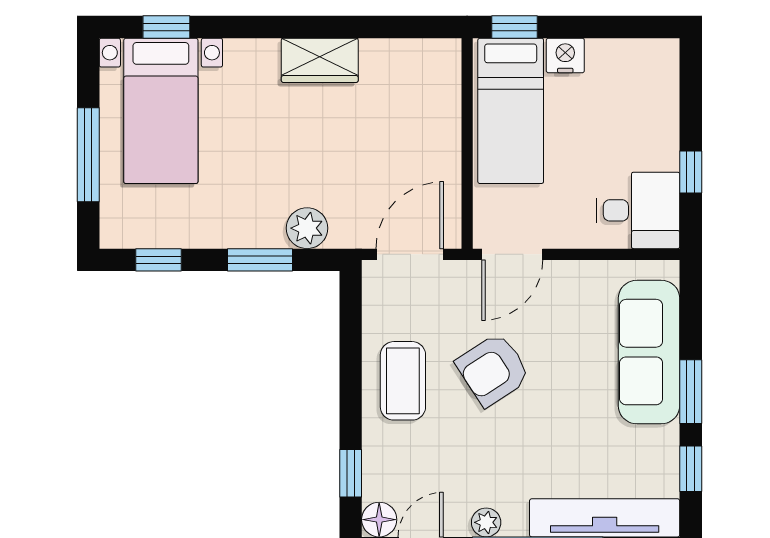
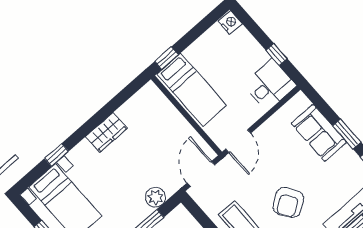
window: (166, 27) -> (57, 155), moved
nightstand: (565, 55) -> (230, 23), moved, turned 90
sofa: (649, 352) -> (319, 133), width x0.73
armchair: (493, 370) -> (288, 202), moved

